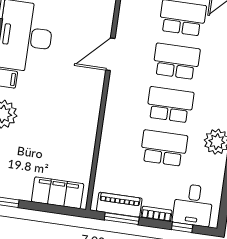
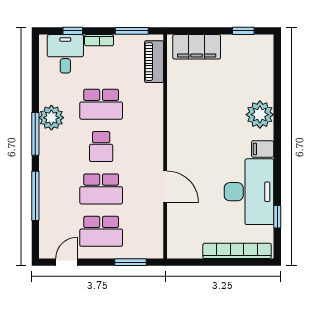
door: (110, 54) -> (165, 187), hinge flipped
school desk: (170, 105) -> (101, 147), width x0.54
piano: (119, 205) -> (154, 62), moved, turned 90

